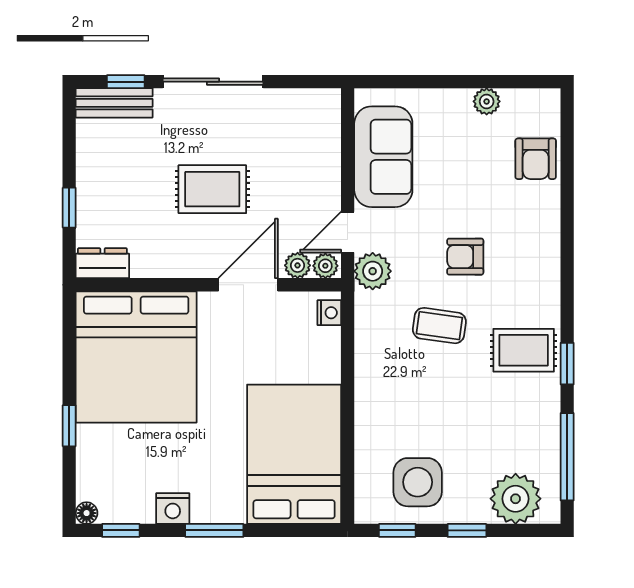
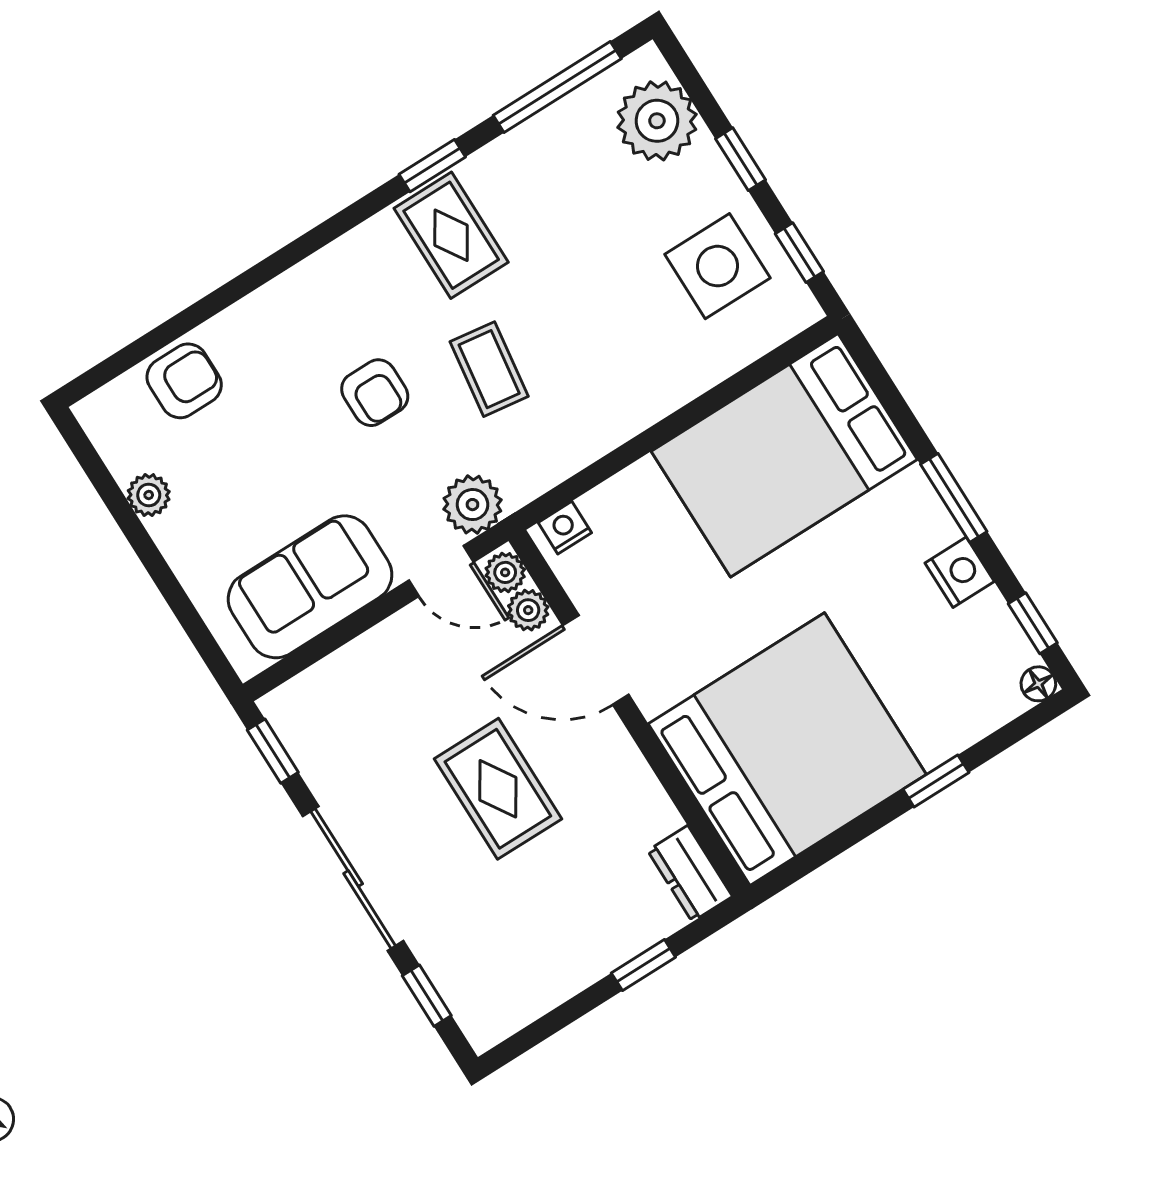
window: (308, 82) -> (273, 751), added
bench: (114, 103) -> (465, 993), removed

